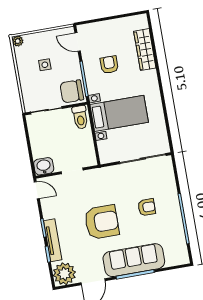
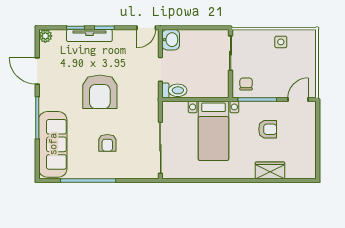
plant: (18, 41) -> (310, 35), removed
wardrobe: (145, 50) -> (270, 170), width x0.67
side table: (45, 65) -> (281, 42), moved
chair: (72, 91) -> (246, 84), width x0.54, depth x0.54
toilet: (80, 117) -> (174, 90), moved, turned 180
sofa: (134, 260) -> (53, 144), moved
plant: (64, 274) -> (45, 36), width x0.53, depth x0.53

